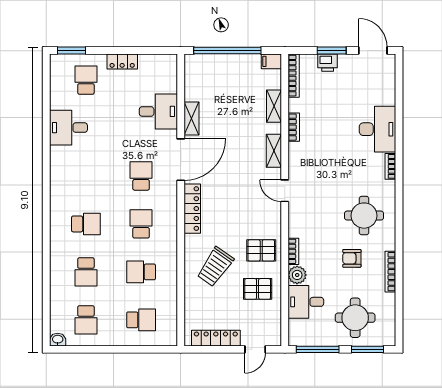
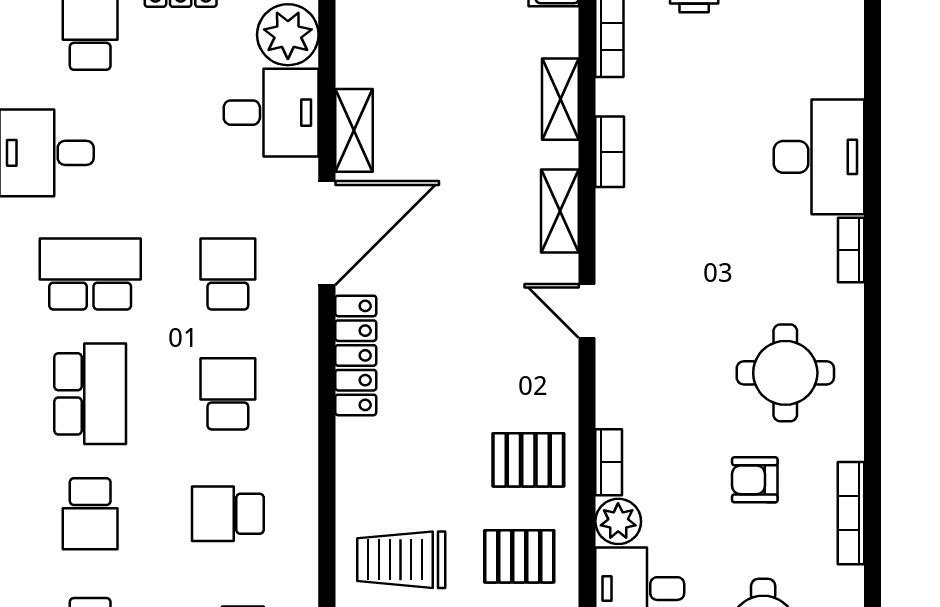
plant: (165, 80) -> (288, 35), added
school desk: (86, 176) -> (90, 274), added
school desk: (86, 224) -> (90, 394), width x1.85
trolley: (215, 267) -> (401, 560), moved, turned 55

